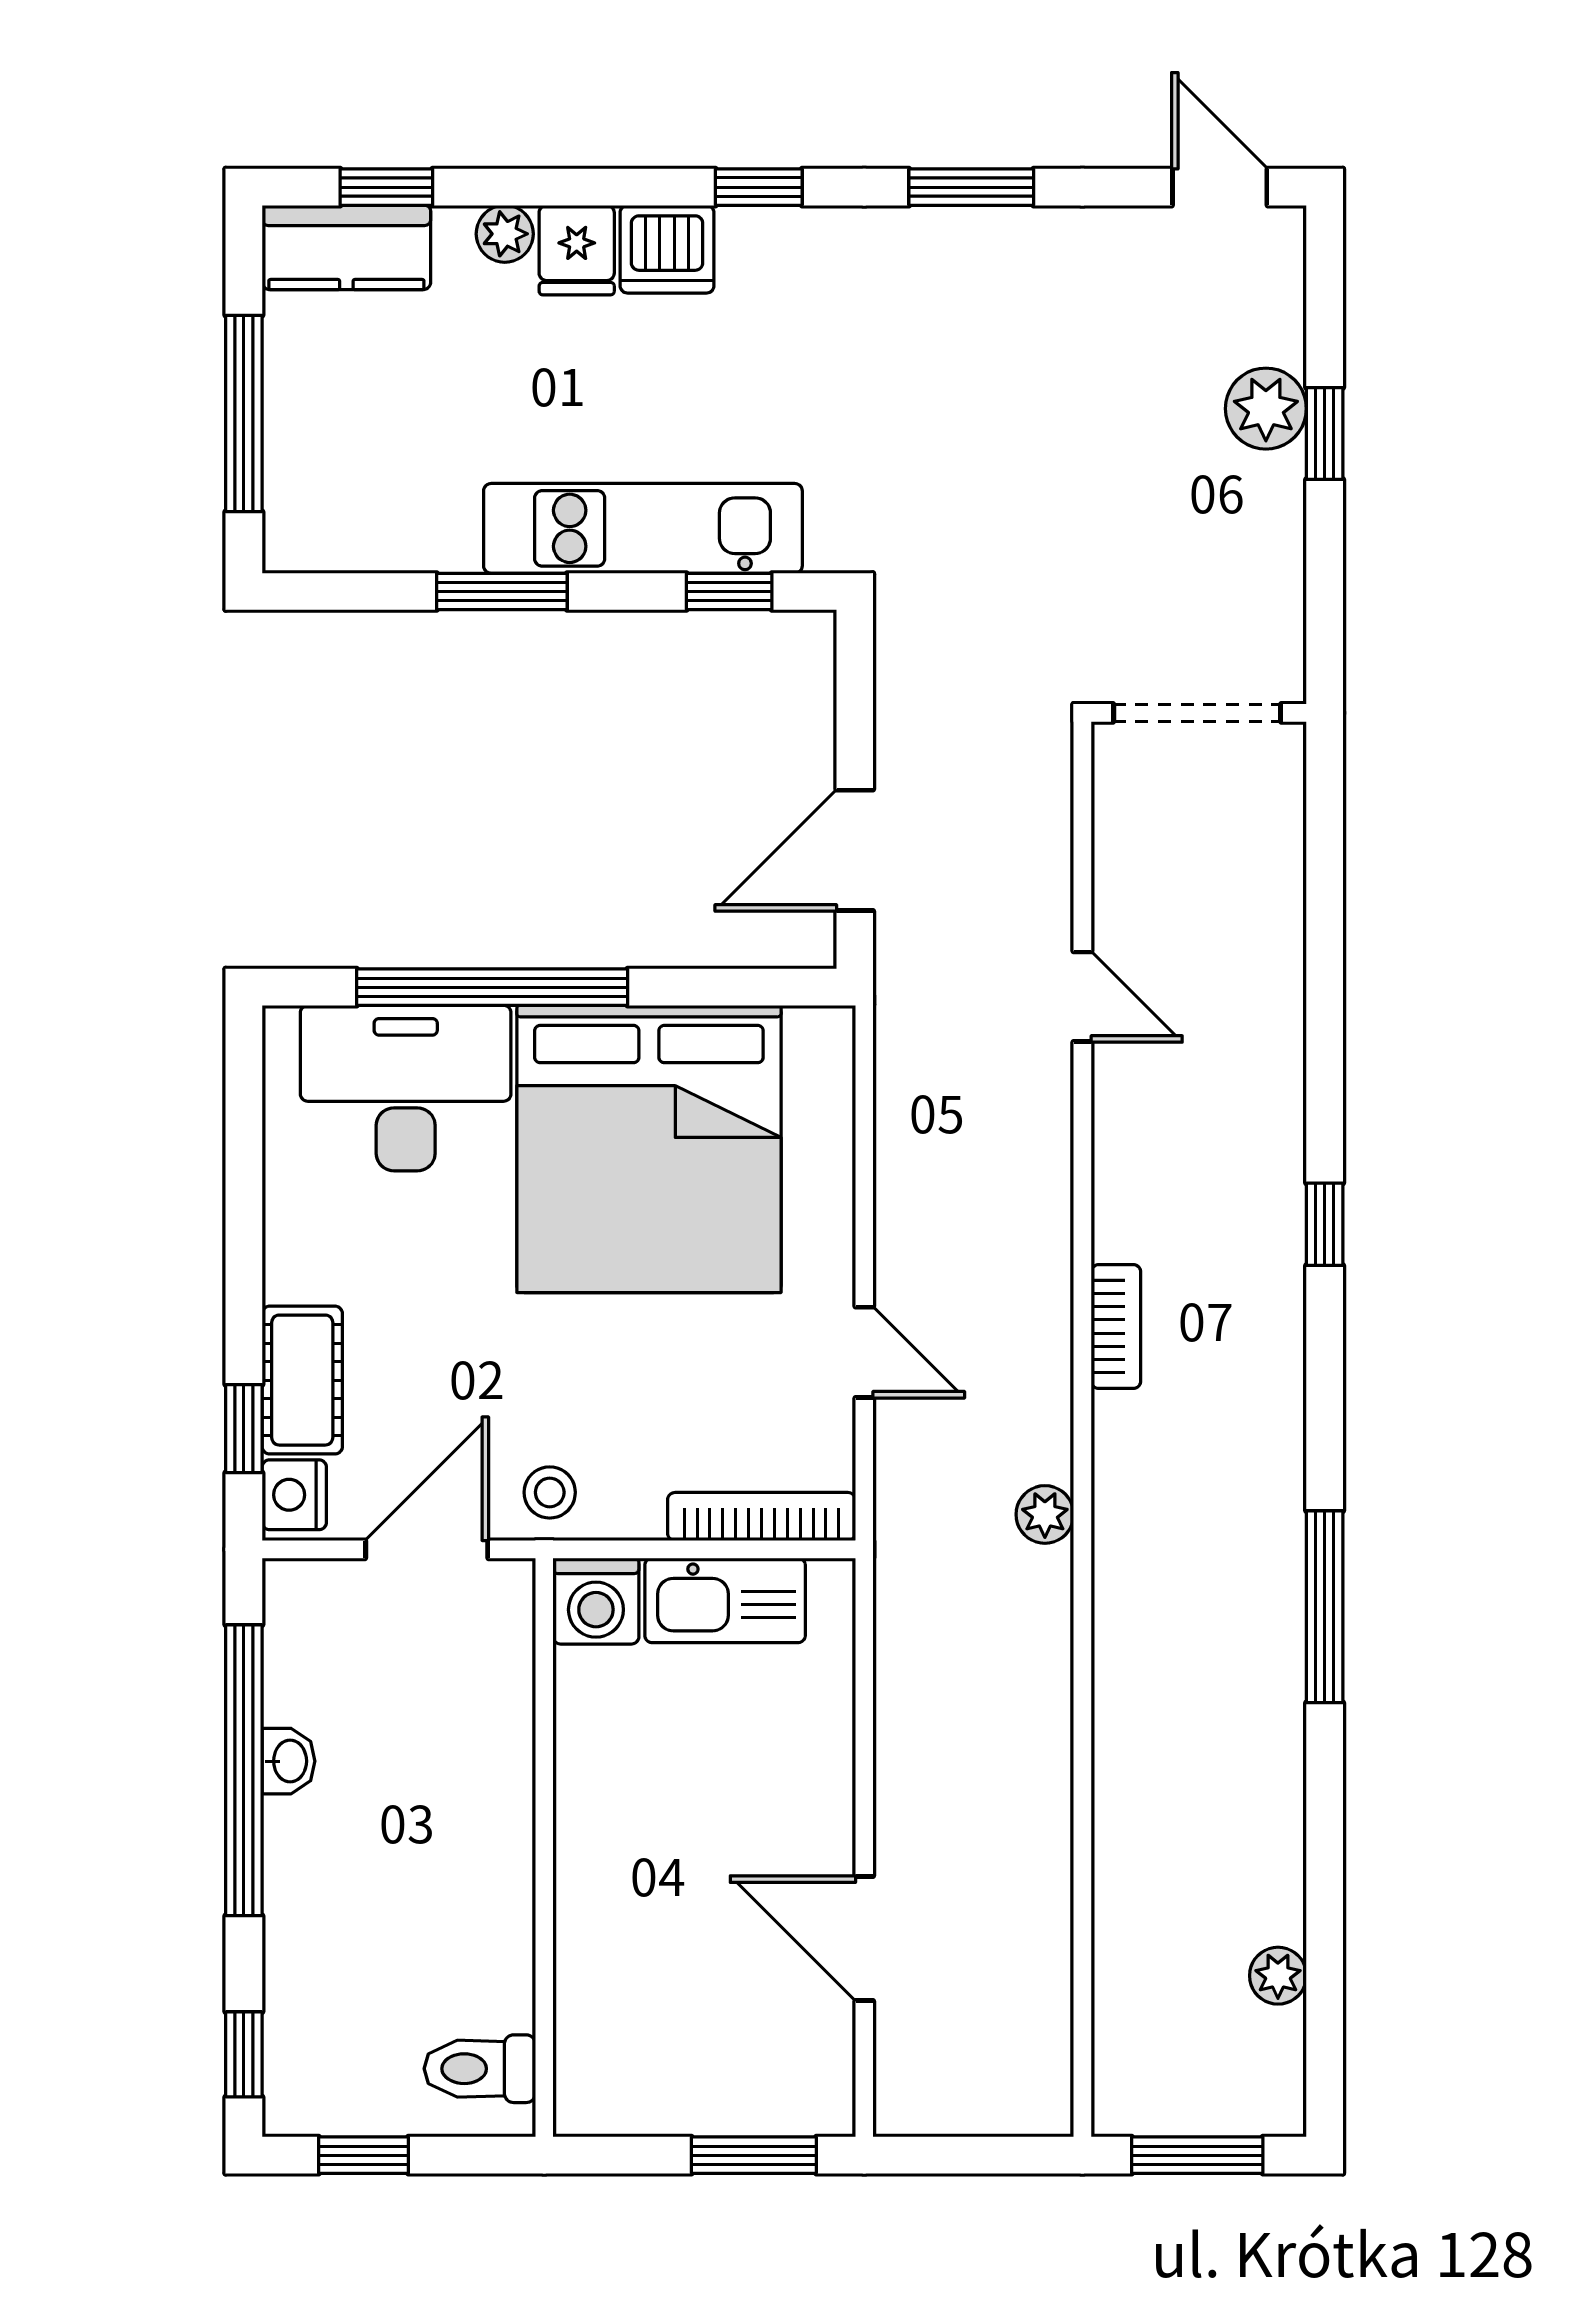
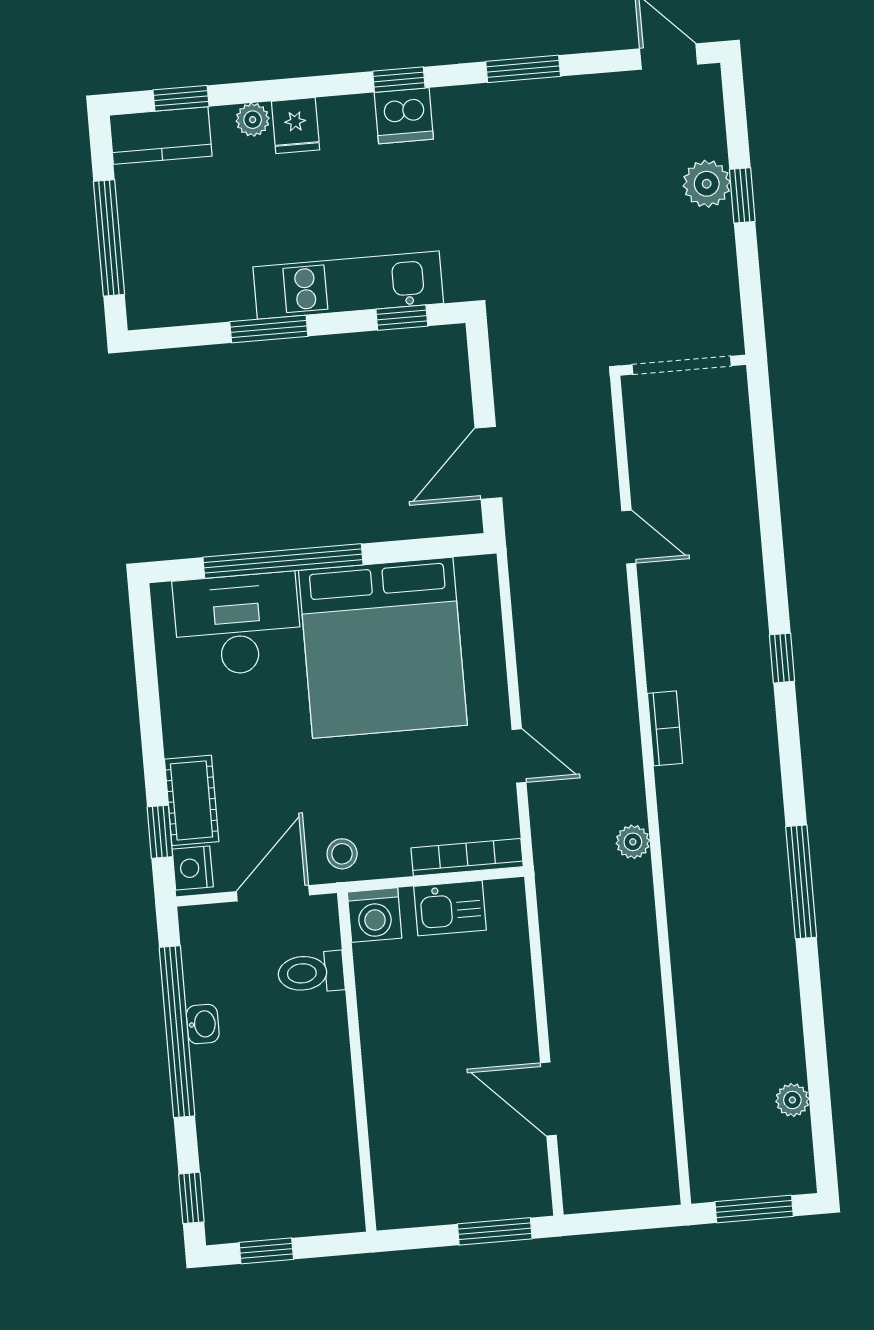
dishwasher: (667, 249) -> (404, 116), moved
kitchen sink: (725, 1600) -> (450, 908), width x0.73
toilet: (480, 2069) -> (311, 973), moved

